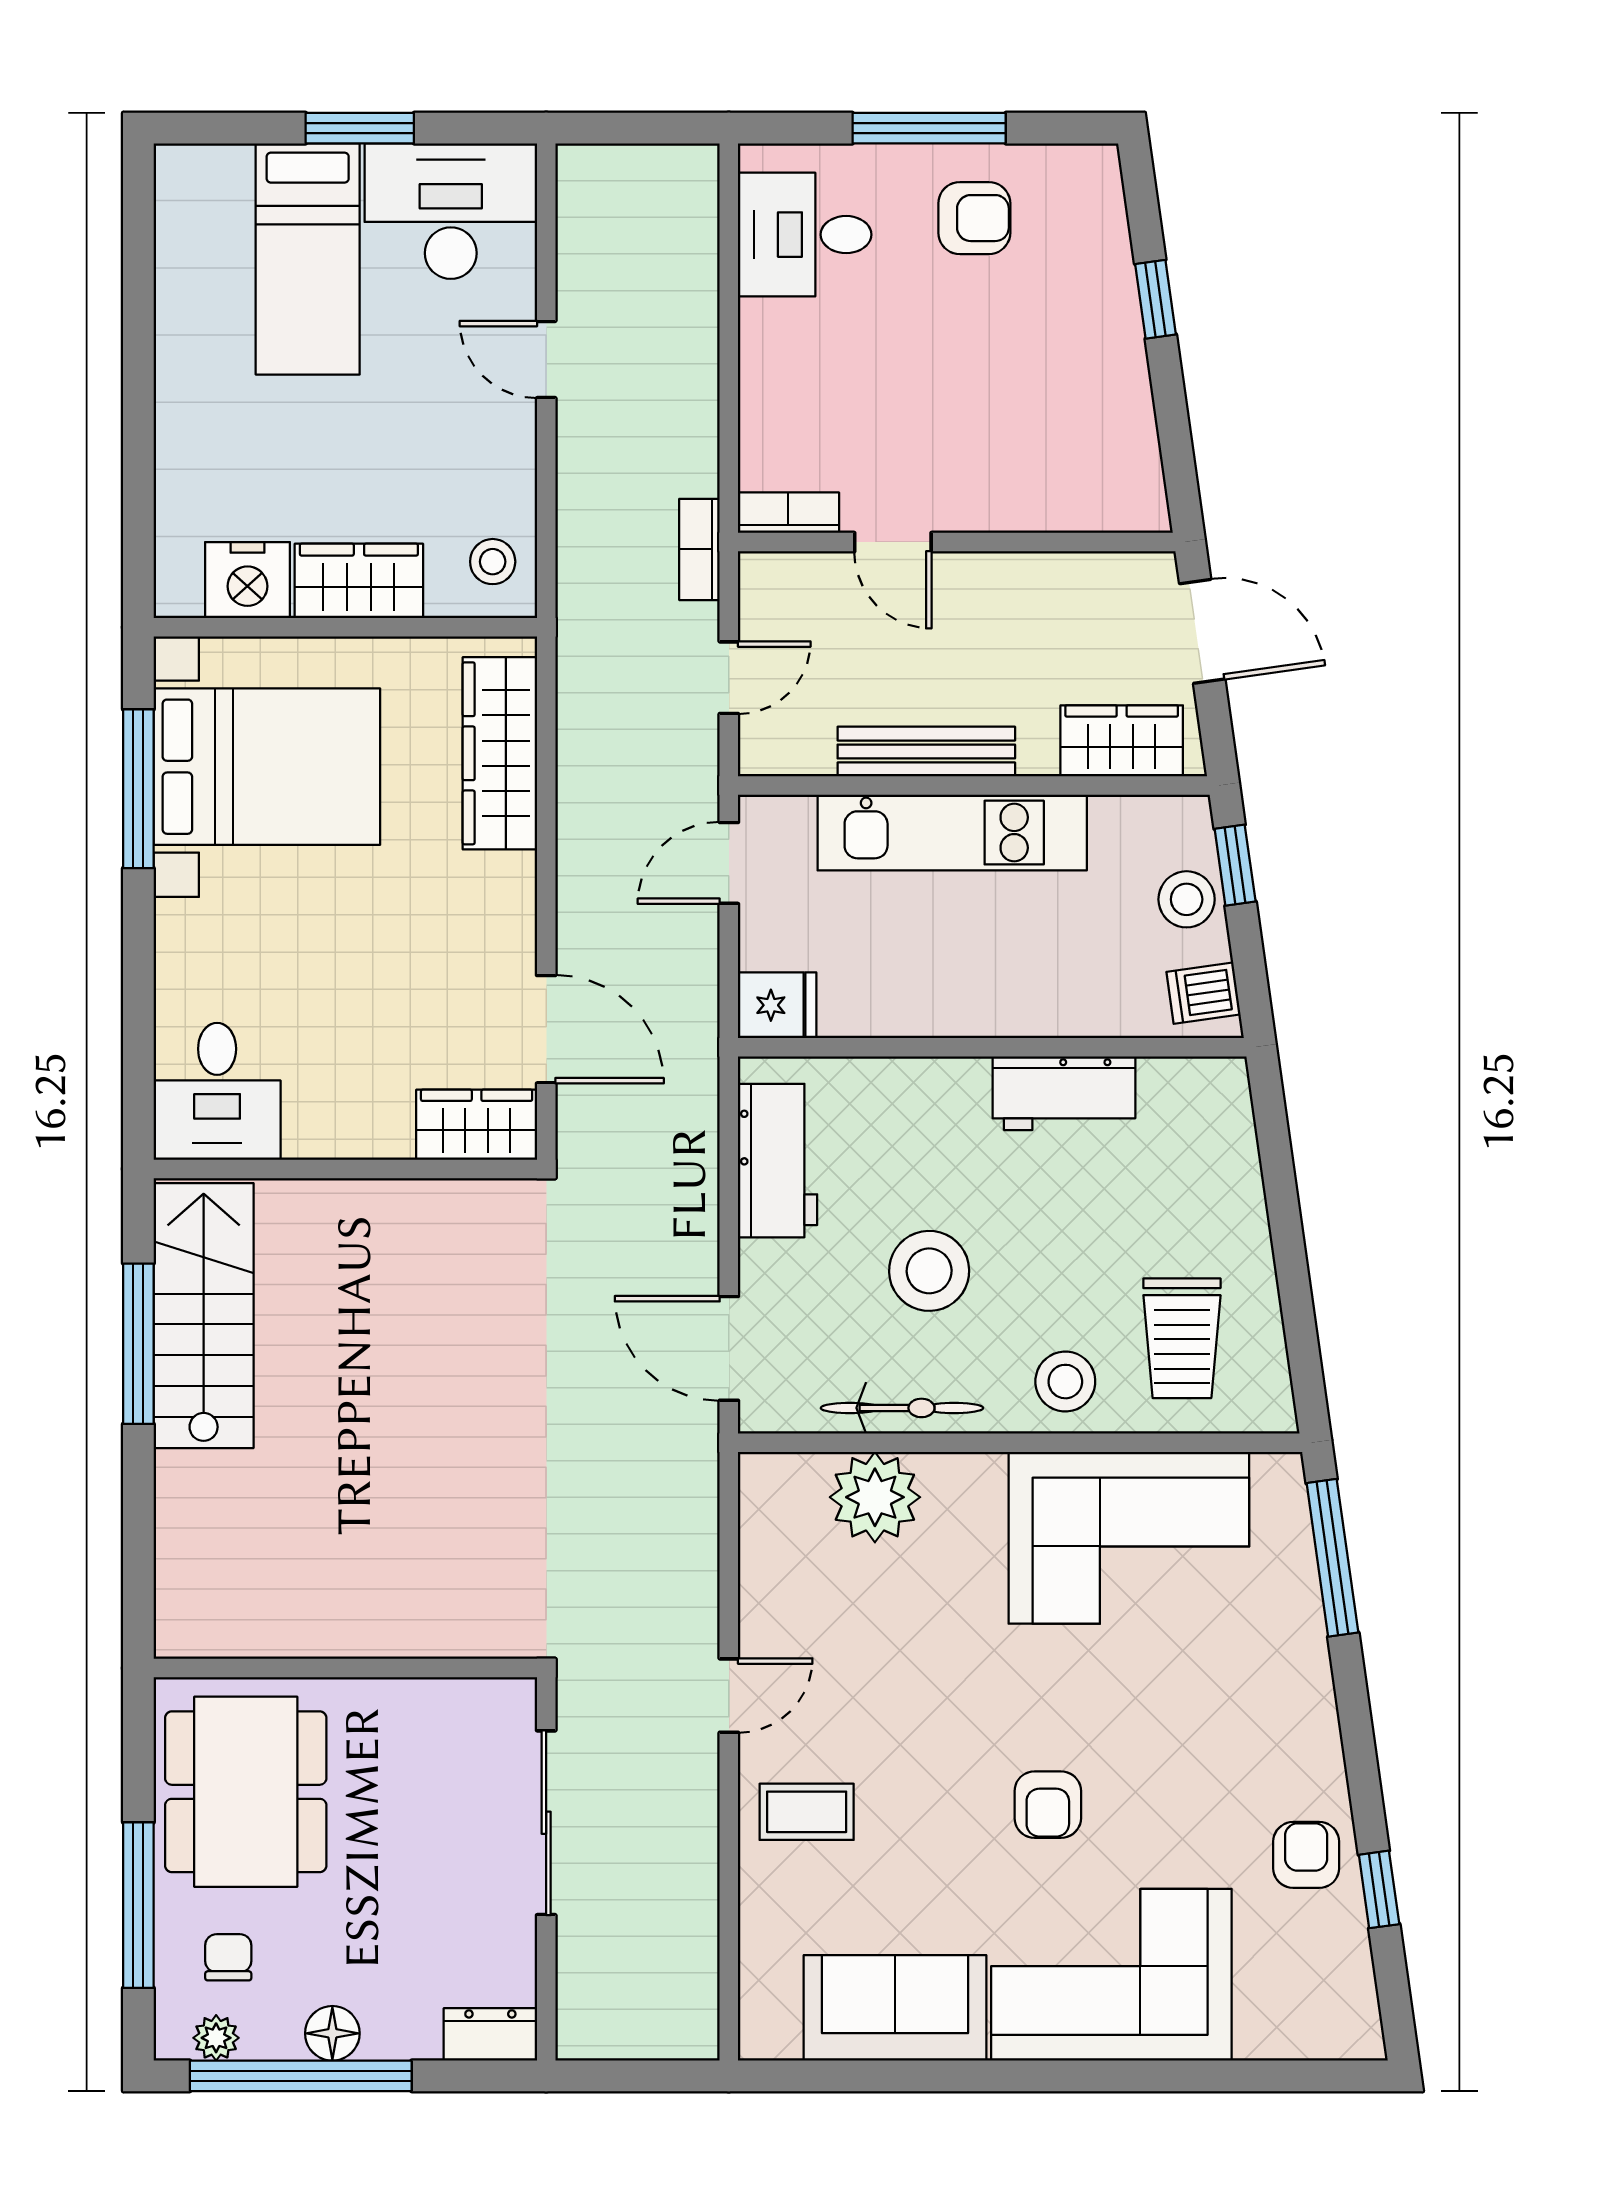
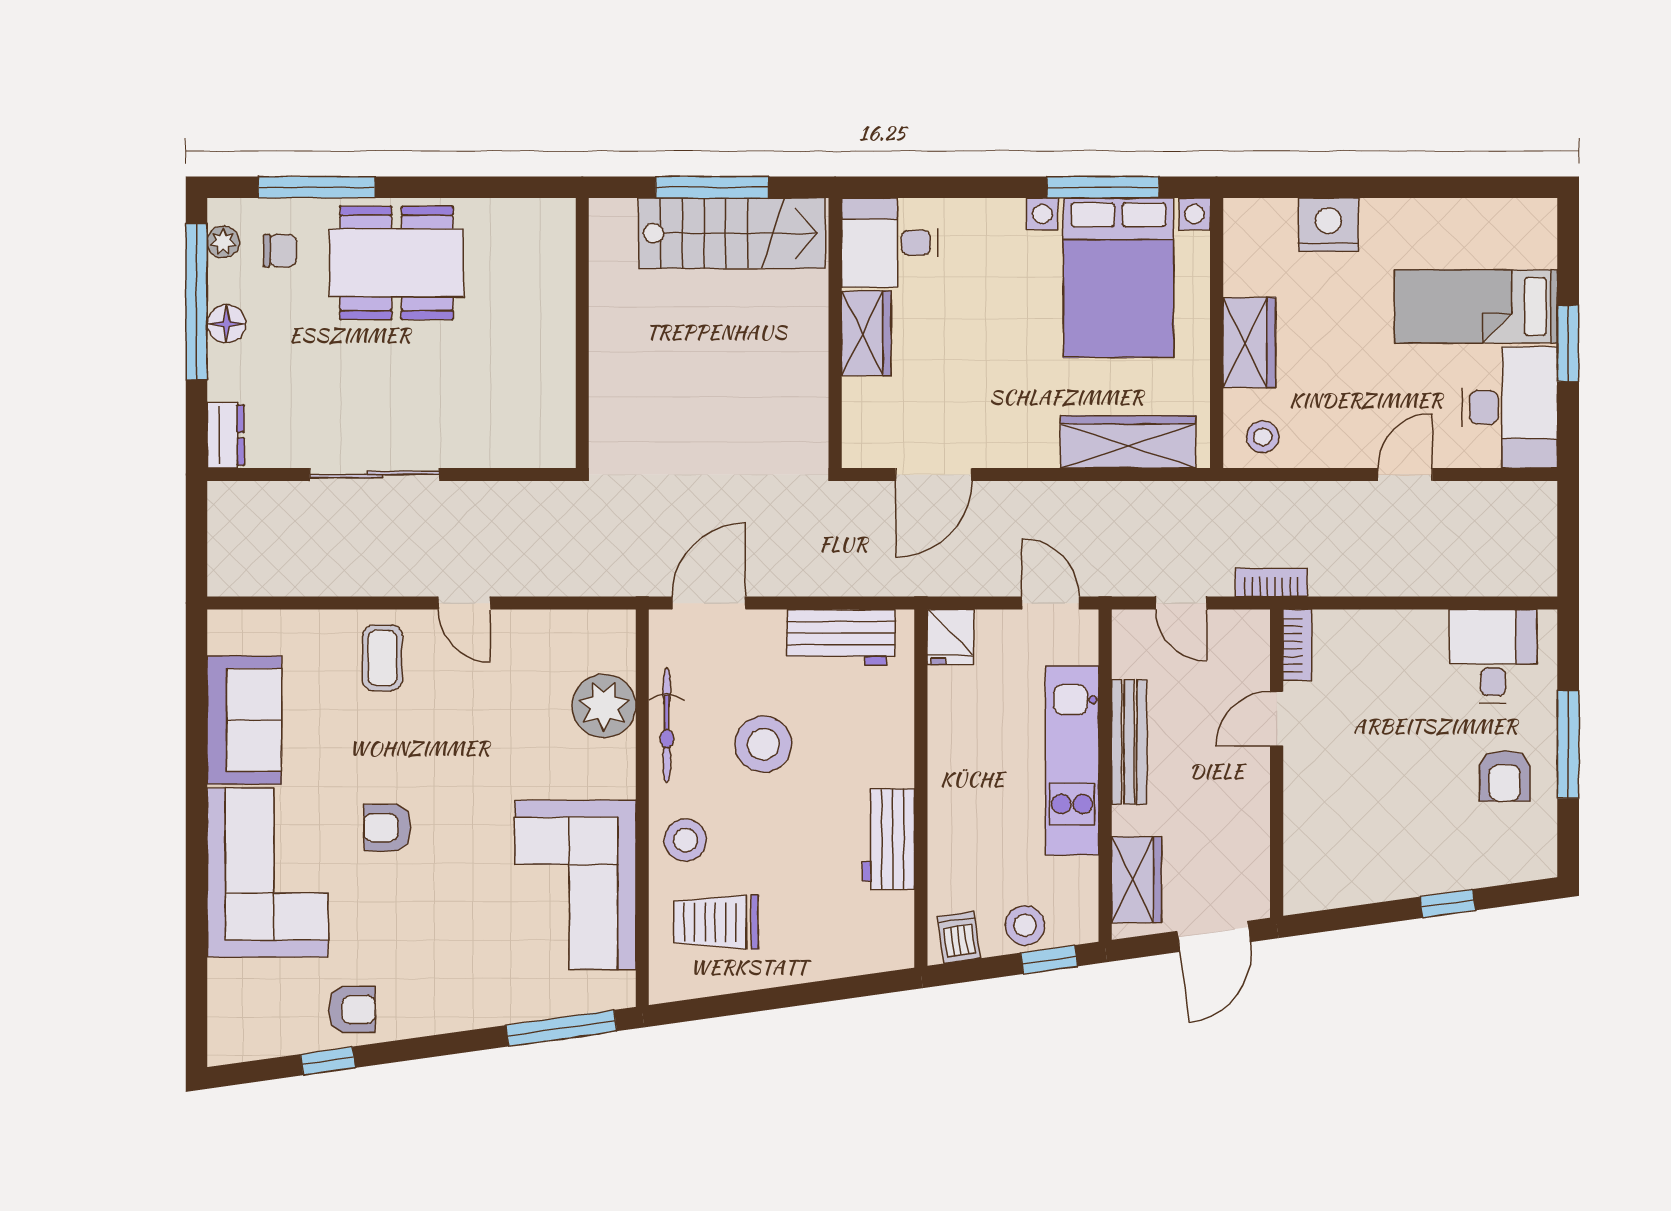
nightstand: (247, 580) -> (1328, 225), moved, turned 90
wardrobe: (477, 1125) -> (866, 333), moved
wall: (345, 1668) -> (582, 333), moved

